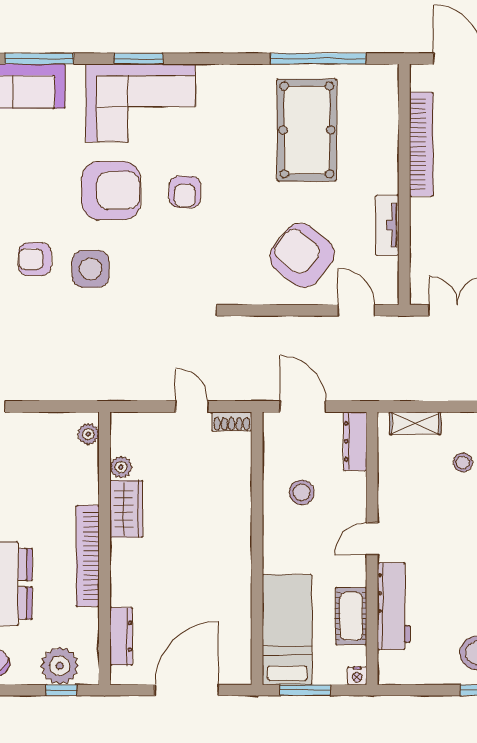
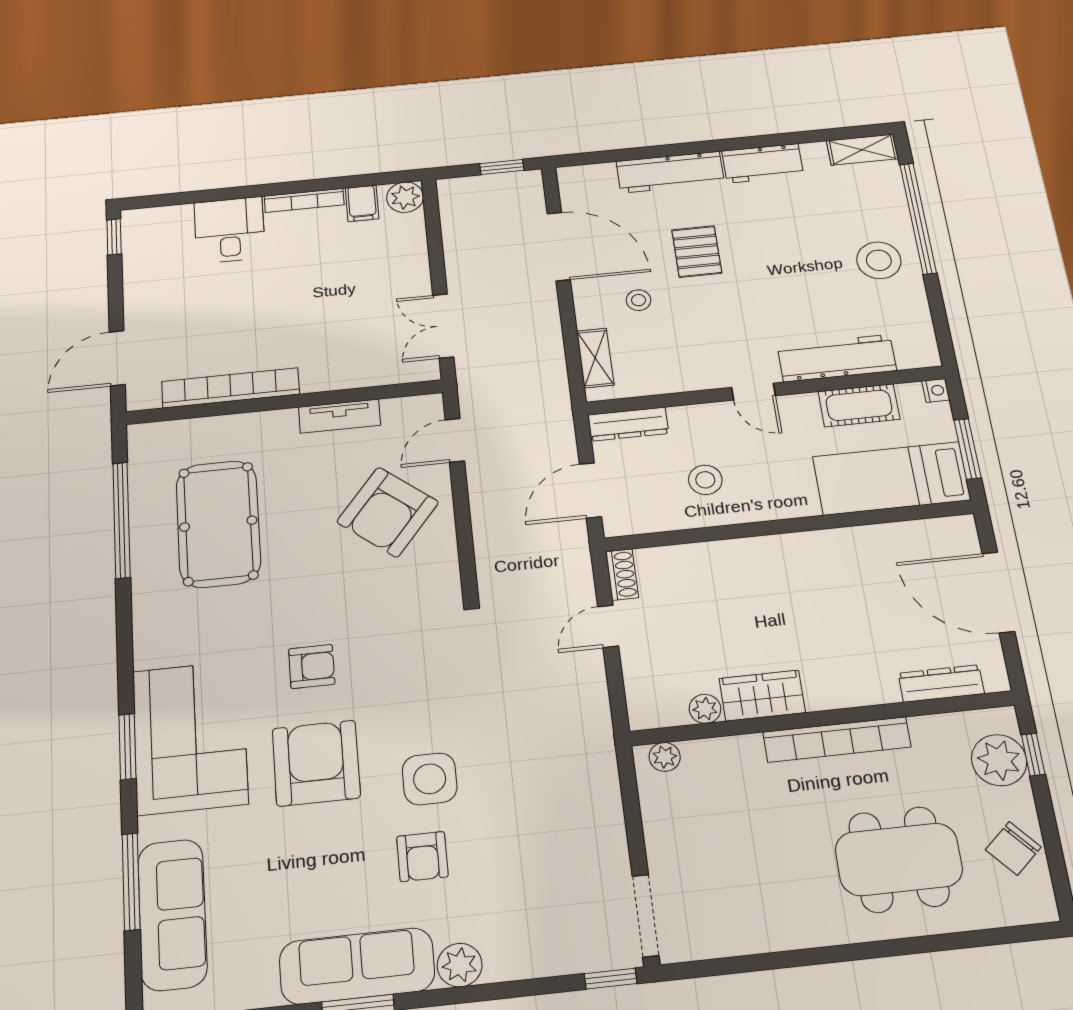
pool table: (307, 130) -> (218, 524), turned 90

